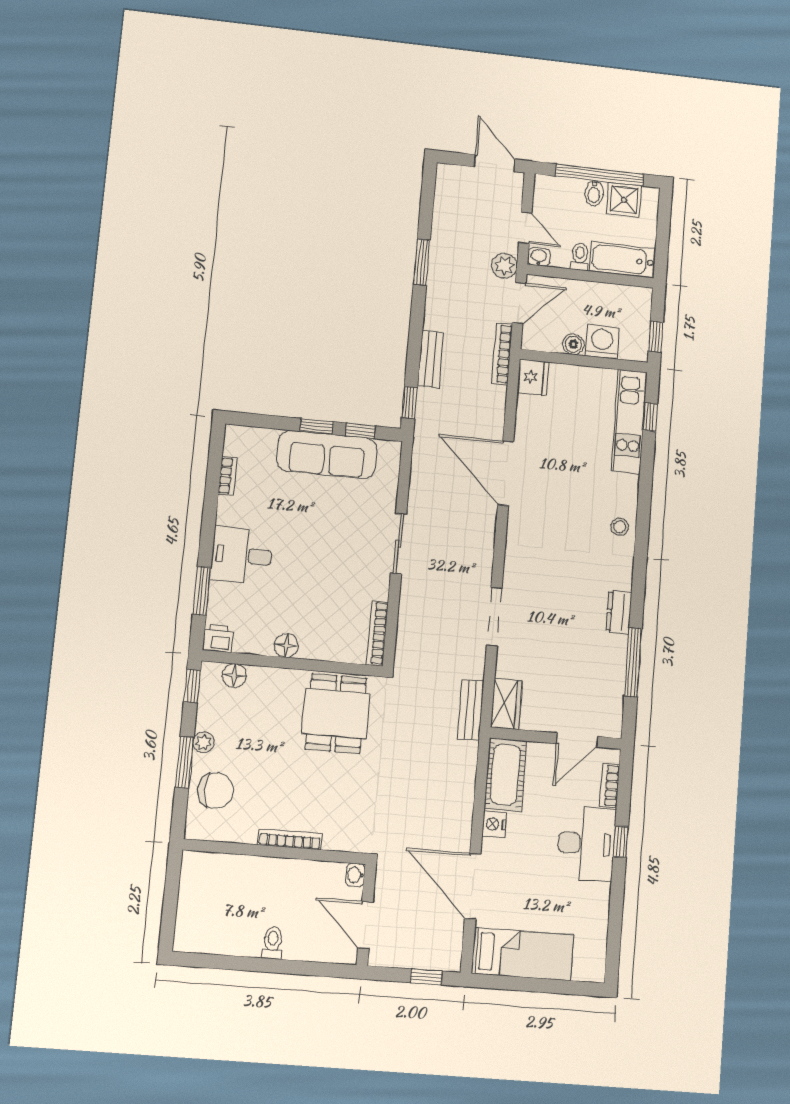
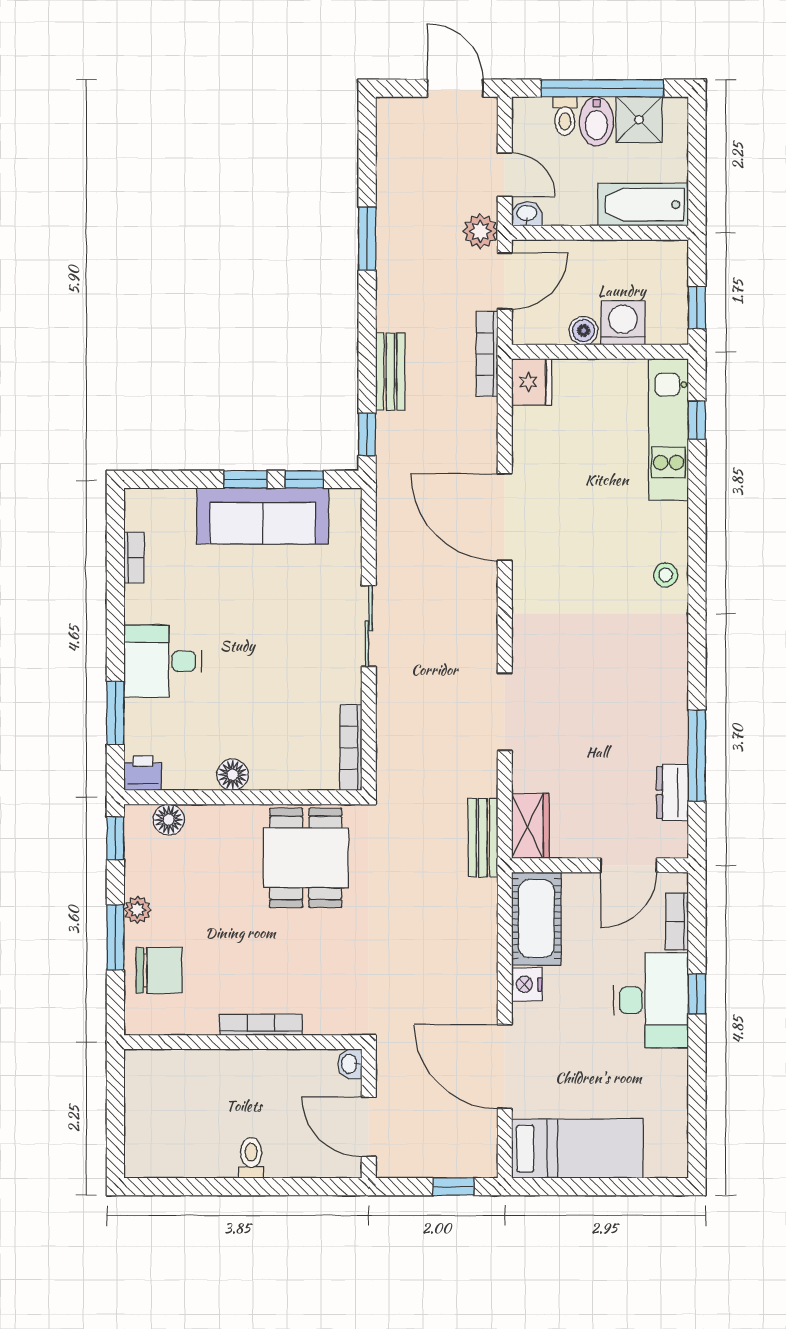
bidet: (594, 193) -> (596, 121), width x1.38, depth x1.36
toilet: (580, 256) -> (565, 116), moved, turned 180
dresser: (619, 612) -> (673, 792), moved

